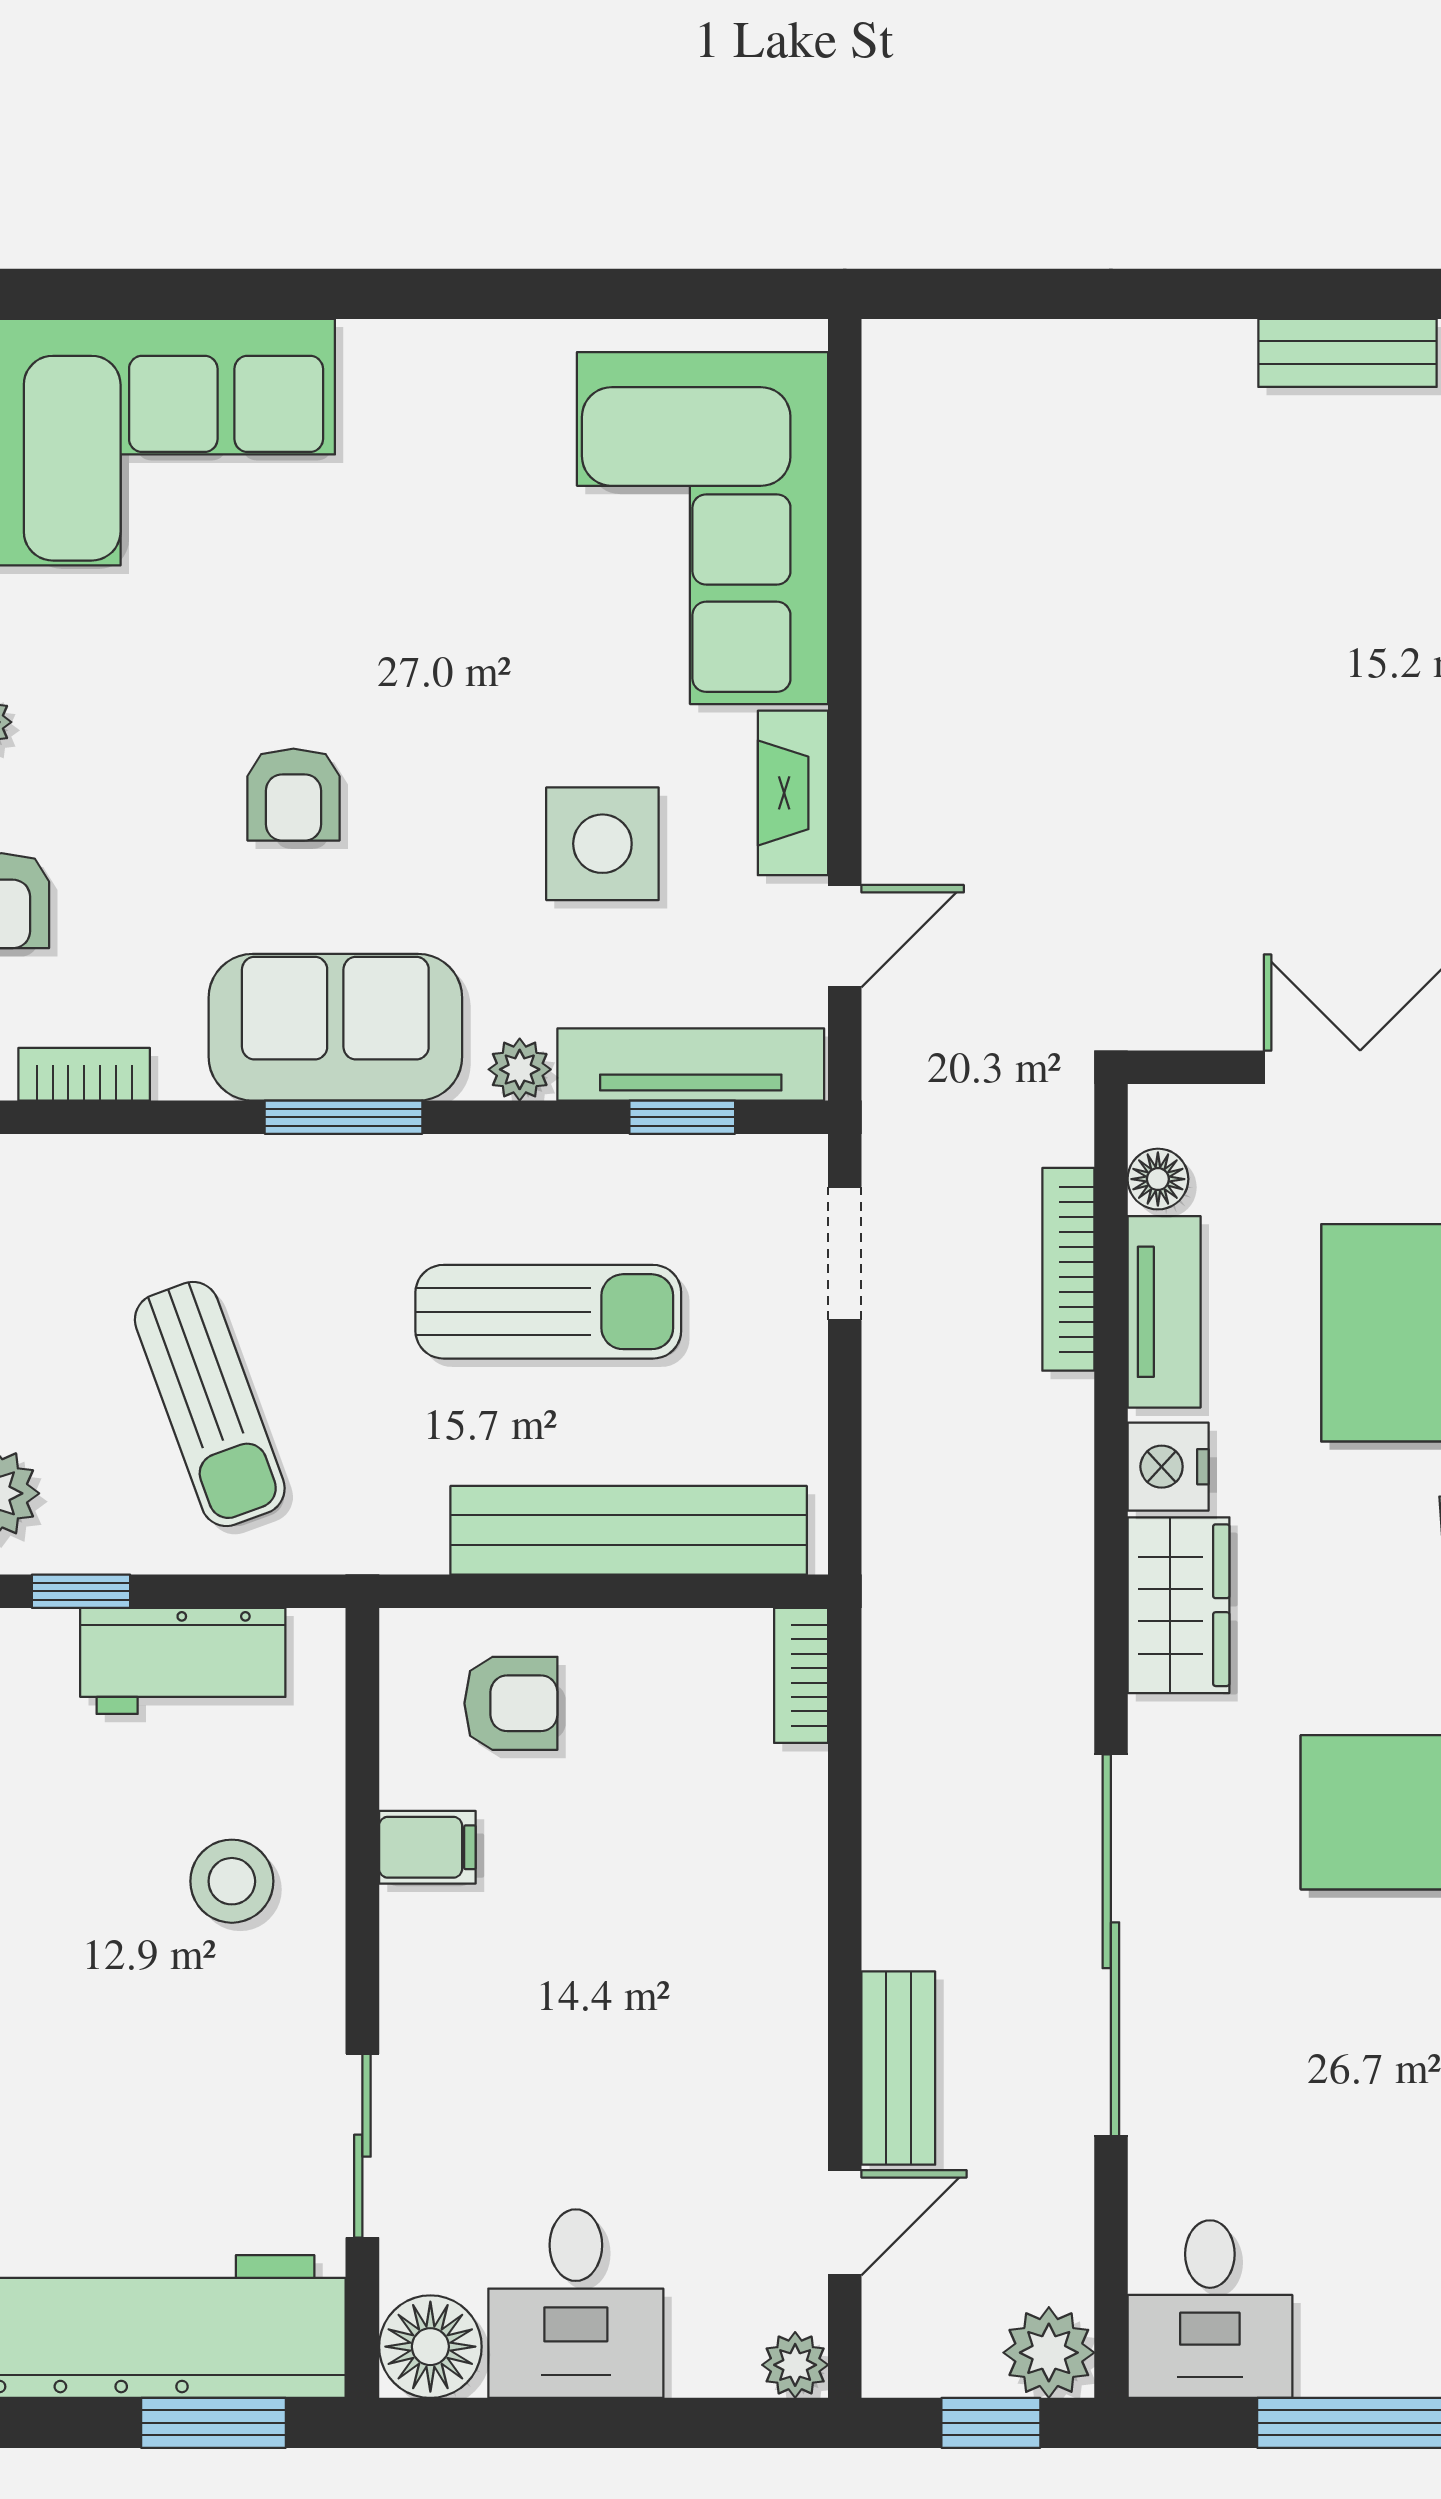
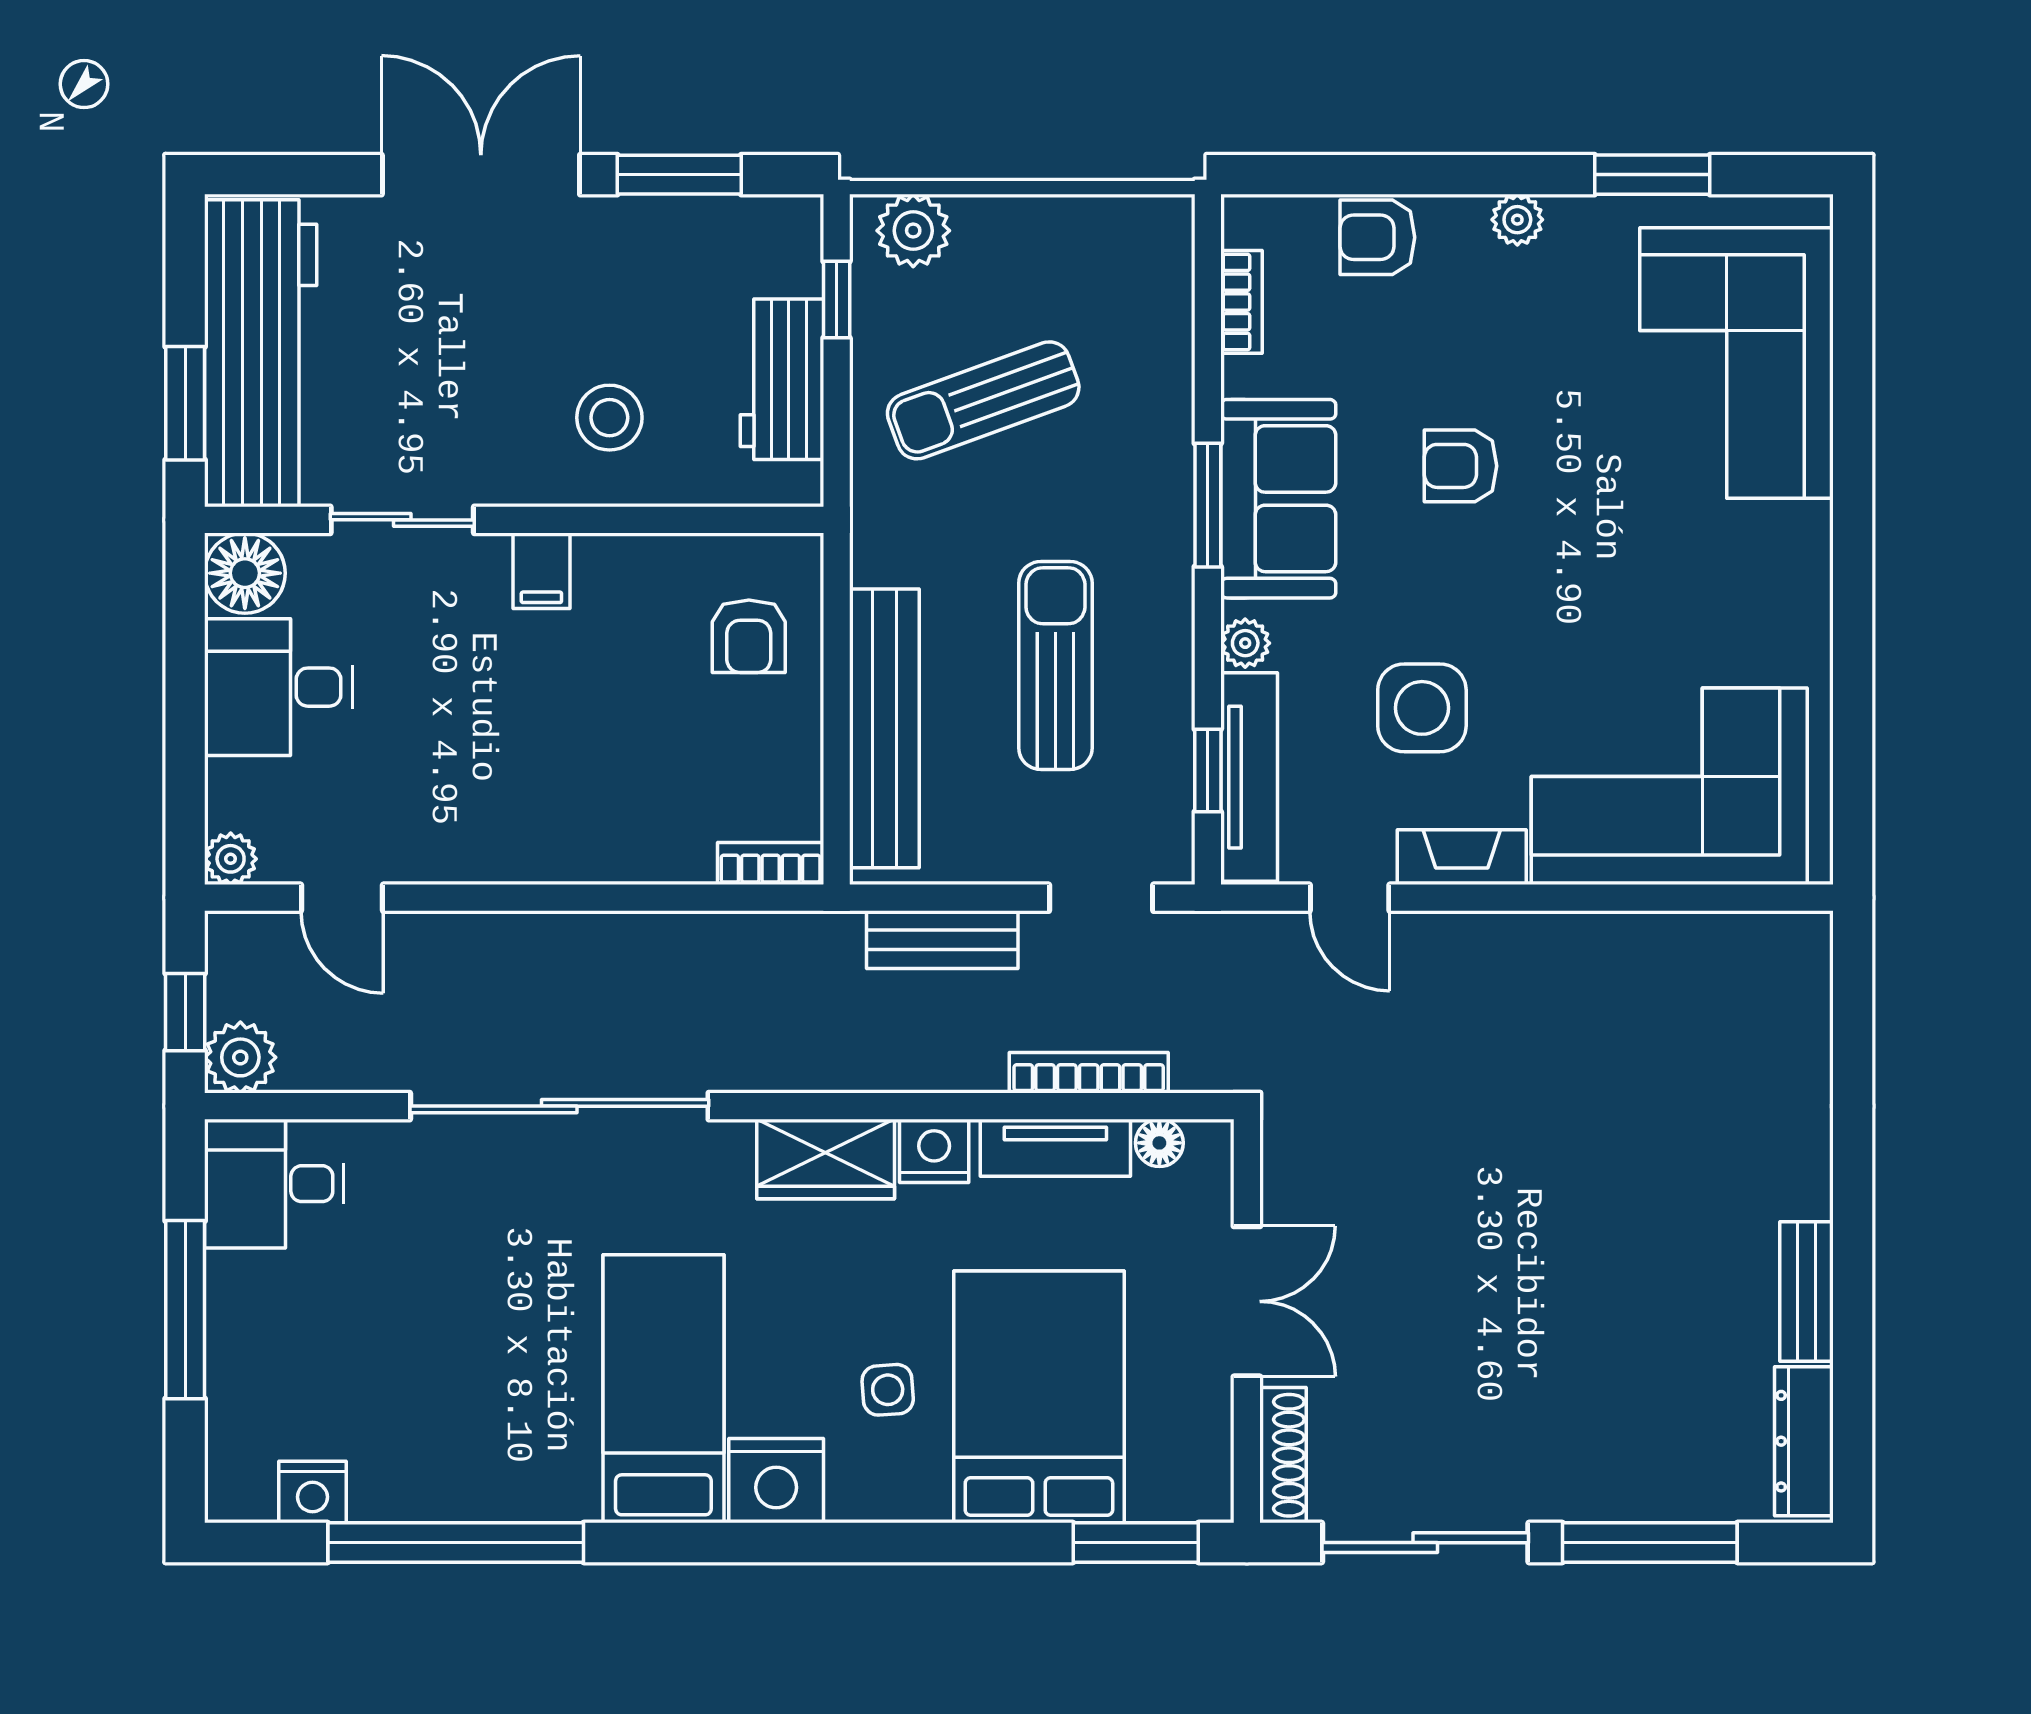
sun lounger: (548, 1312) -> (1055, 665), turned 180
filing cabinet: (427, 1847) -> (541, 571), moved
bench: (898, 2068) -> (942, 940), moved

